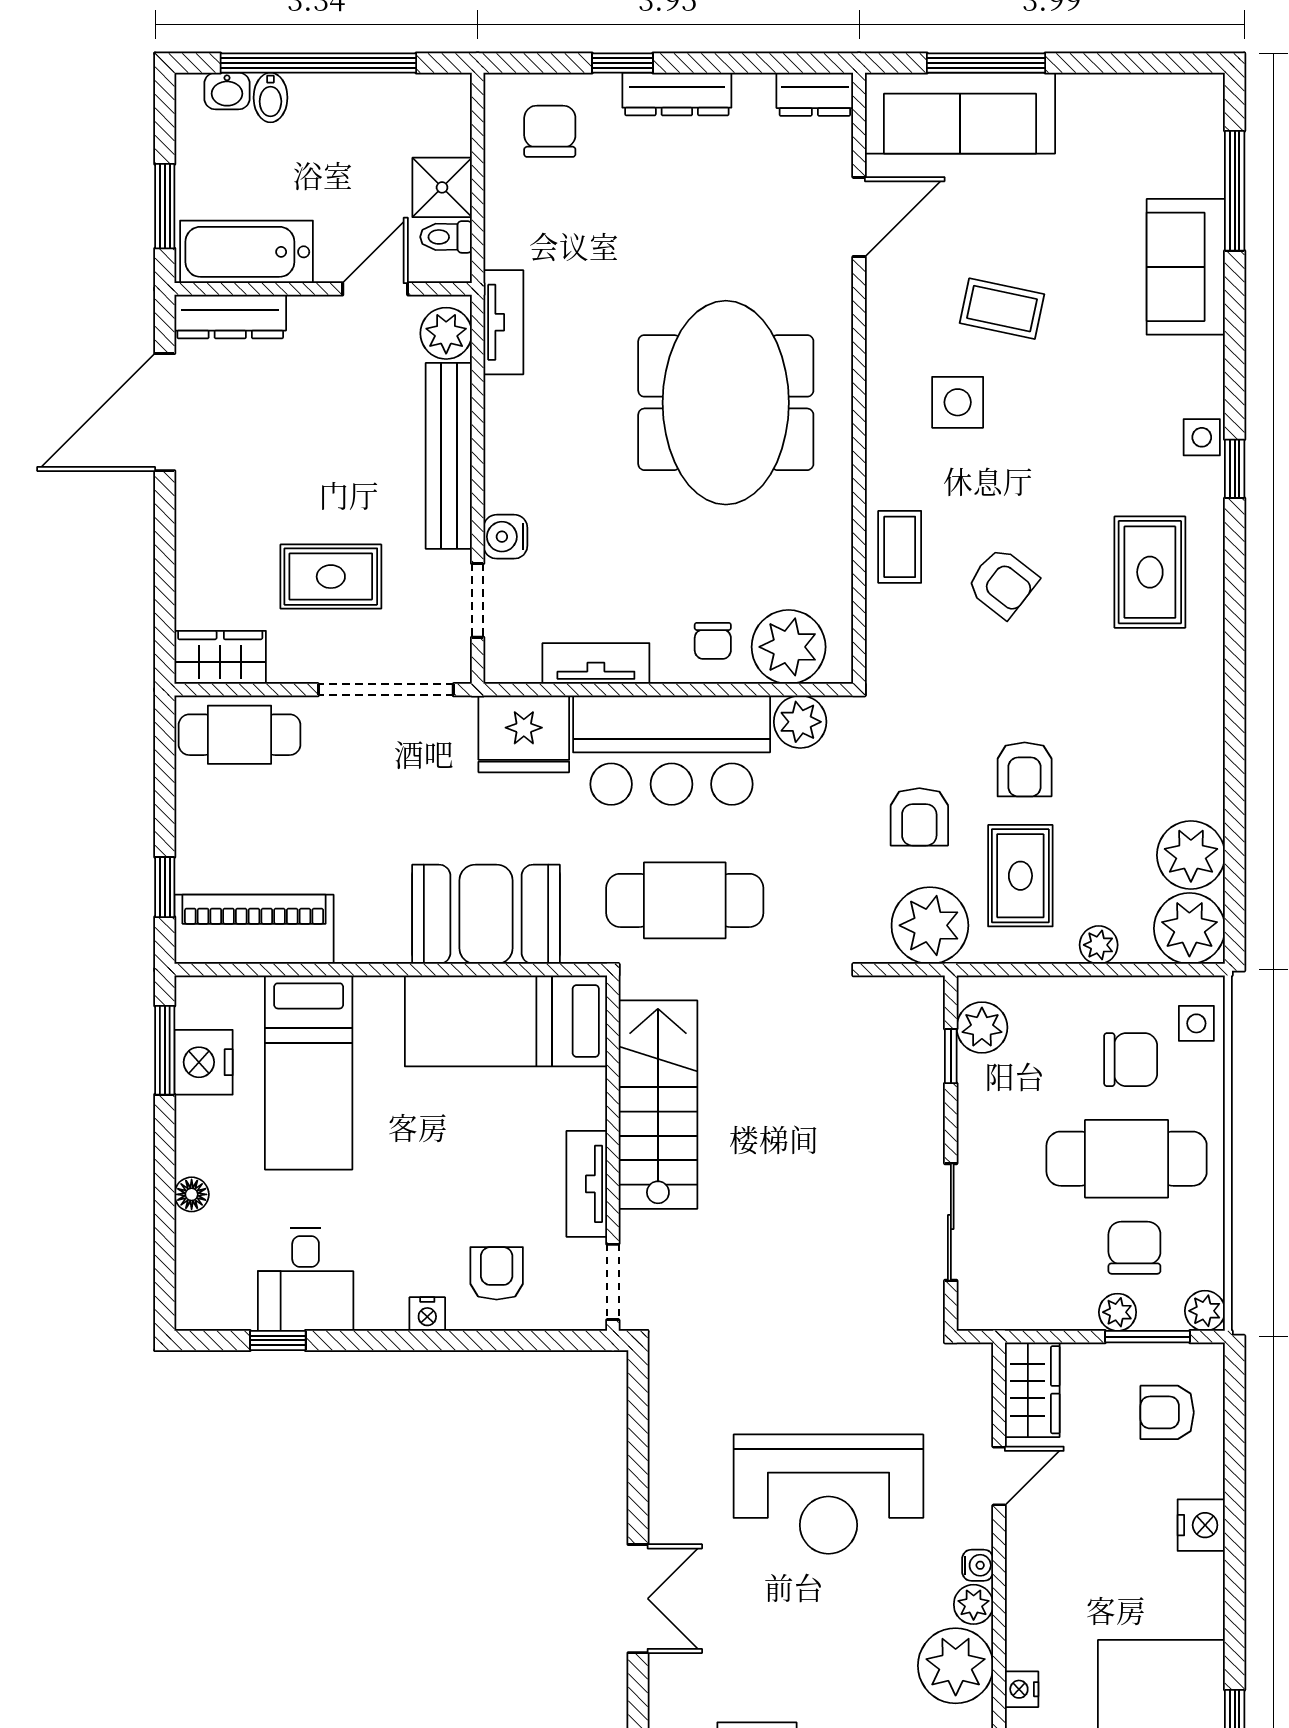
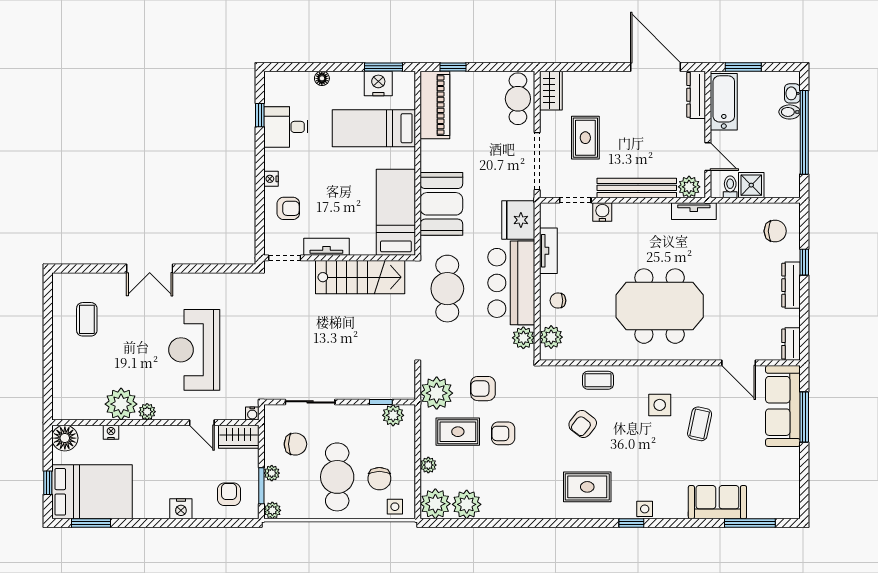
plant: (789, 647) -> (551, 337), width x0.73, depth x0.73
chair: (1134, 1248) -> (295, 444), moved
water cooler: (978, 1565) -> (252, 413), moved

